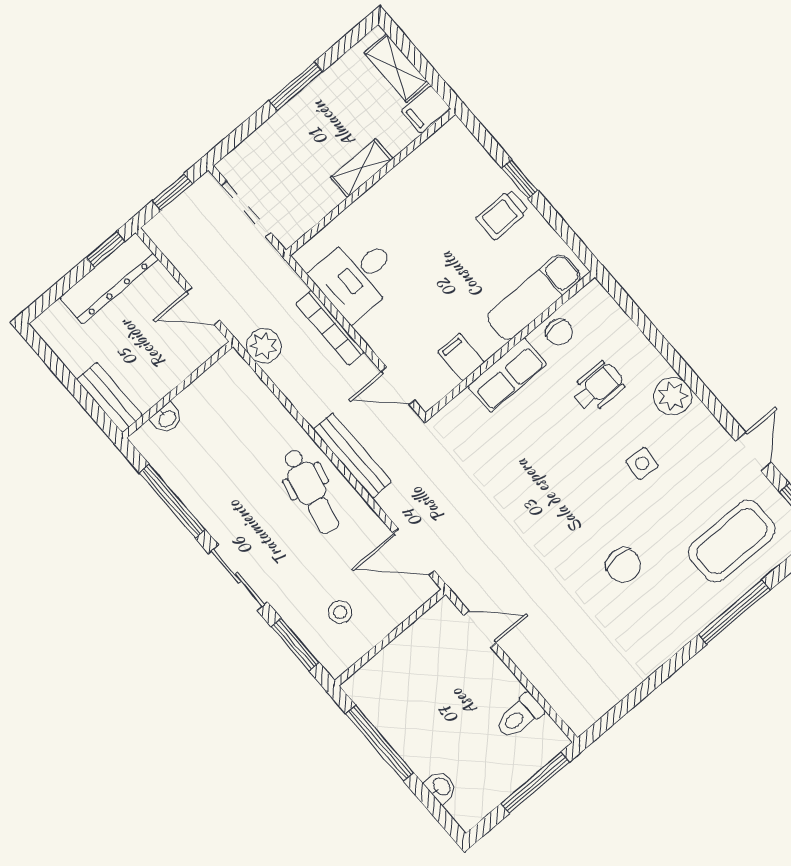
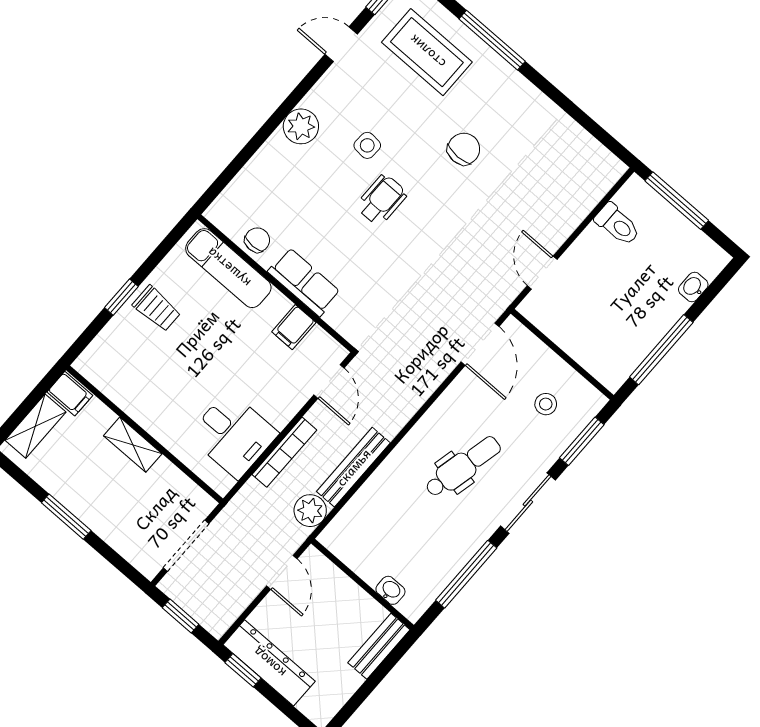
wheelchair: (598, 387) -> (382, 200), moved, turned 90
bench: (352, 456) -> (353, 467), moved
dental chair: (311, 491) -> (463, 467), moved

